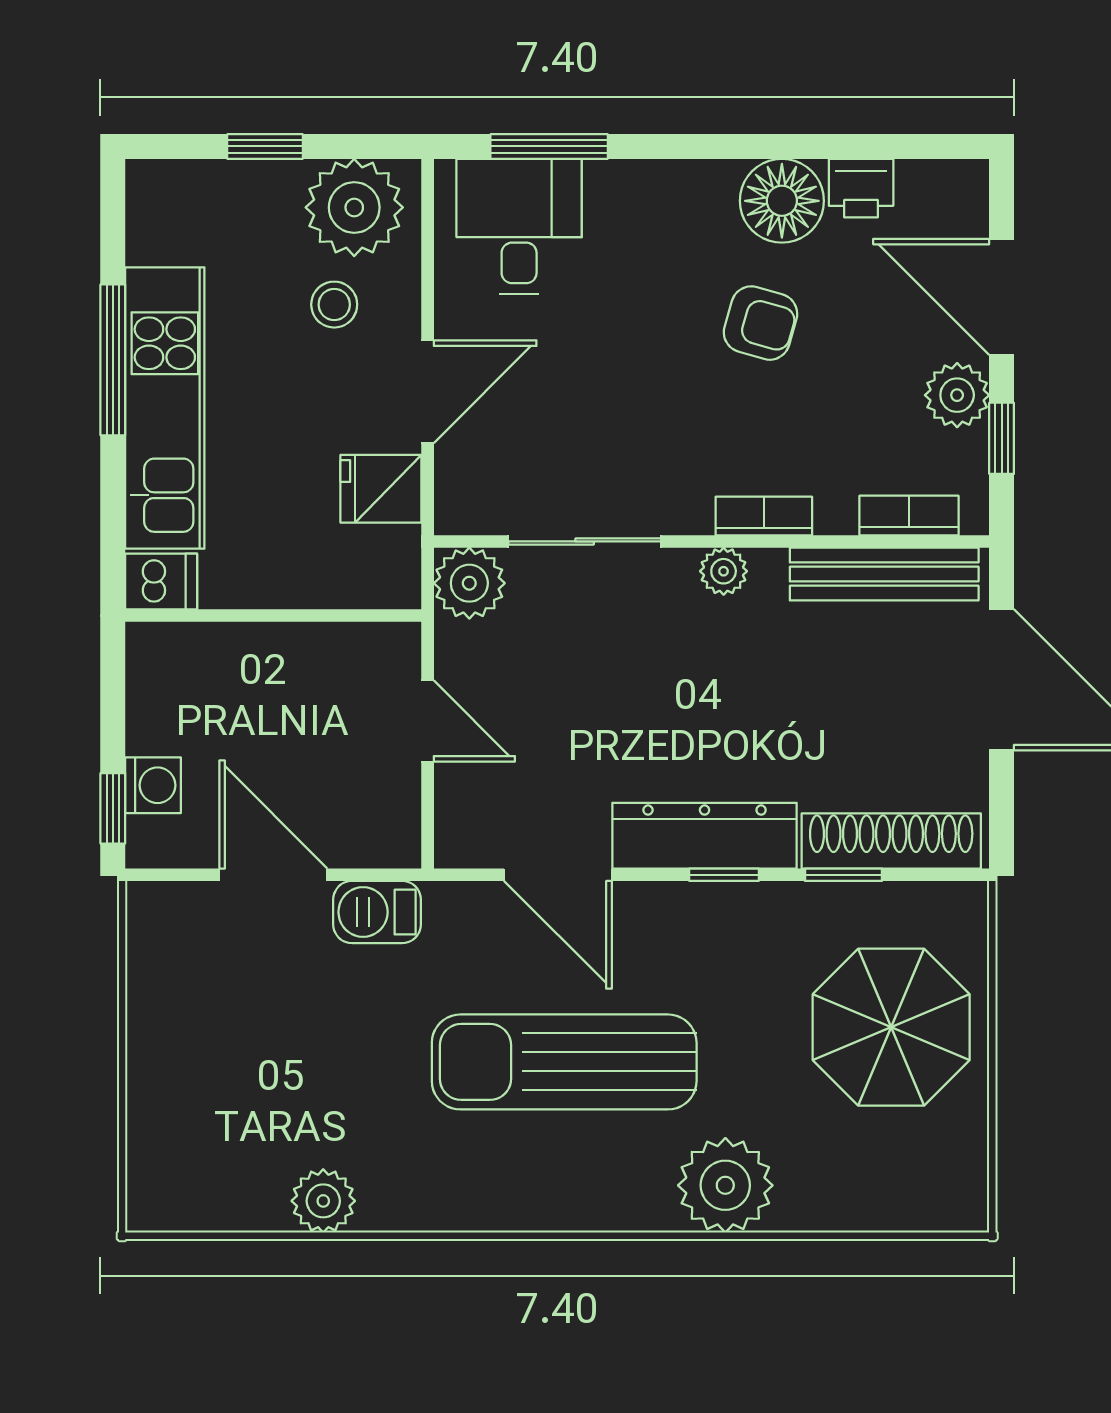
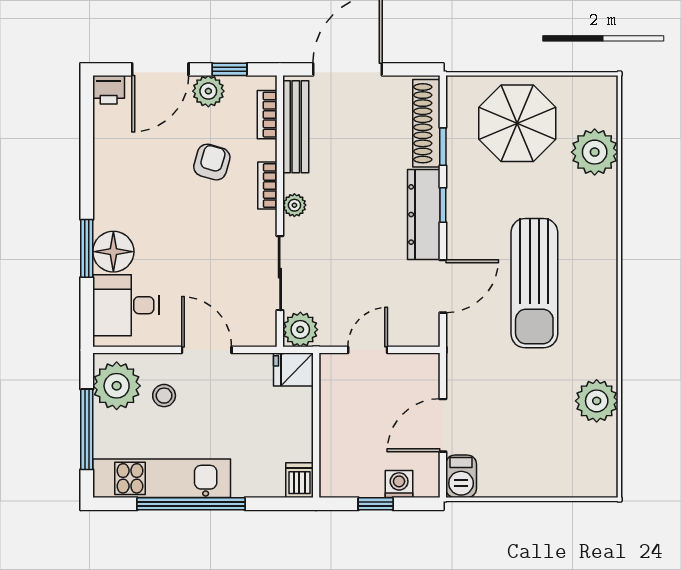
window: (265, 146) -> (87, 429), width x2.17
window: (549, 146) -> (87, 248), moved
printer: (861, 188) -> (109, 90), moved, turned 90
floor lamp: (782, 201) -> (113, 252), moved
armchair: (760, 323) -> (212, 162), moved
window: (113, 360) -> (191, 504), width x1.46
kitchen unit: (165, 408) -> (162, 478), moved
fridge: (381, 489) -> (293, 370), moved, turned 90
window: (113, 808) -> (376, 504), moved
barbecue: (377, 912) -> (461, 476), moved
plant: (725, 1185) -> (595, 152), moved
plant: (323, 1201) -> (597, 401), width x1.36, depth x1.36

